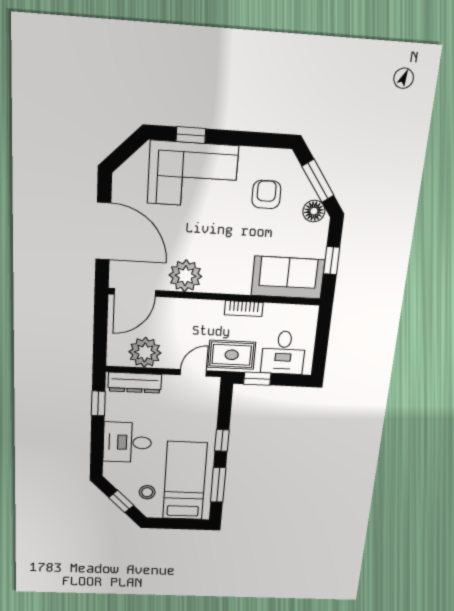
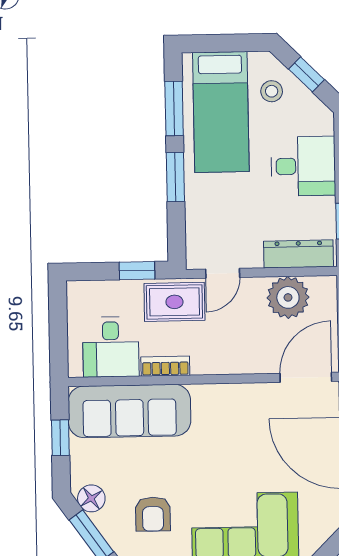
plant: (185, 276) -> (244, 404), removed
sofa: (288, 278) -> (129, 411), width x1.36
desk: (283, 353) -> (111, 347), moved, turned 180
window: (222, 440) -> (175, 177), width x1.50

